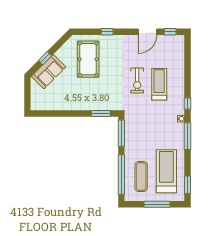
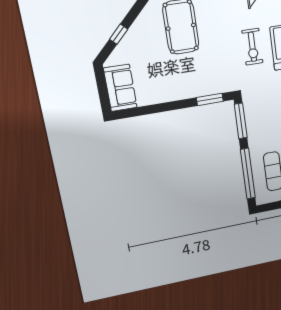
sofa: (49, 72) -> (120, 88), moved, turned -45

